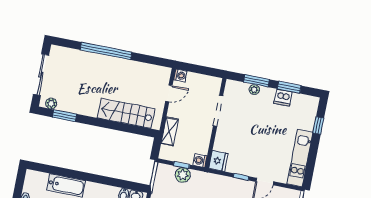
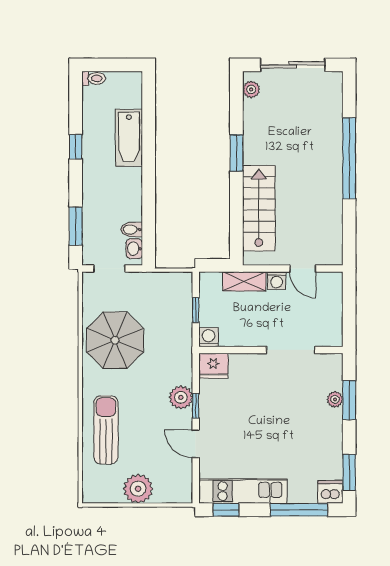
washing machine: (180, 76) -> (277, 281), moved
window: (289, 87) -> (349, 472), moved
dishwasher: (283, 98) -> (330, 492), moved, turned 90
window: (65, 116) -> (236, 153), moved
window: (318, 125) -> (299, 510), width x2.17
window: (309, 171) -> (226, 510), added
plant: (183, 175) -> (181, 397), moved

